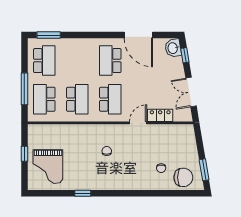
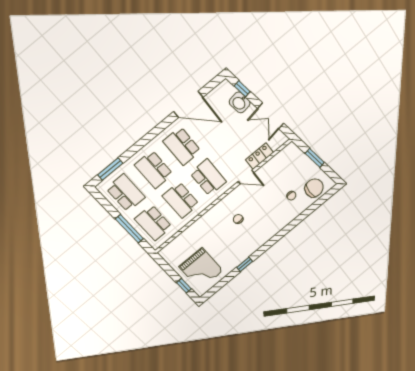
washbasin: (173, 48) -> (240, 102), moved
school desk: (77, 61) -> (154, 170), added
school desk: (77, 99) -> (181, 200), turned 180
door: (138, 123) -> (246, 177), swing flipped
window: (24, 154) -> (184, 286), moved
window: (204, 170) -> (315, 158), moved

